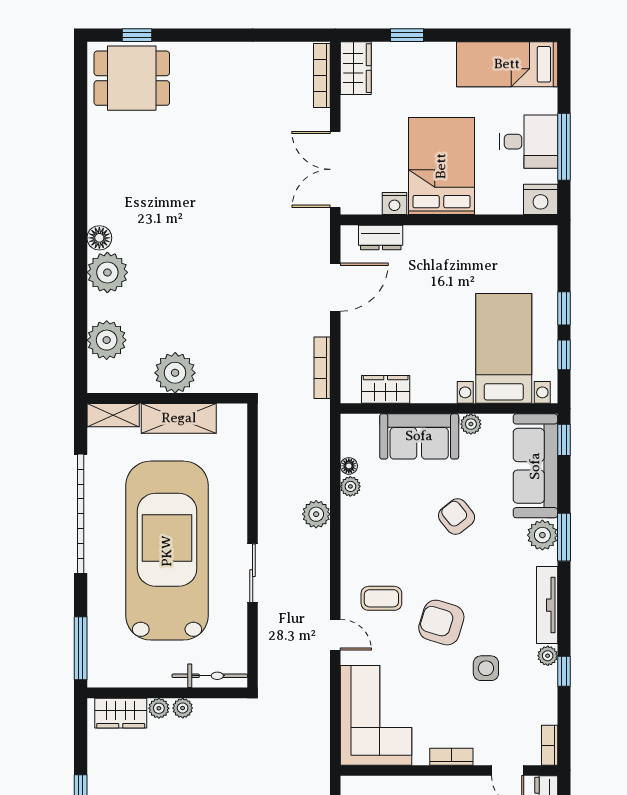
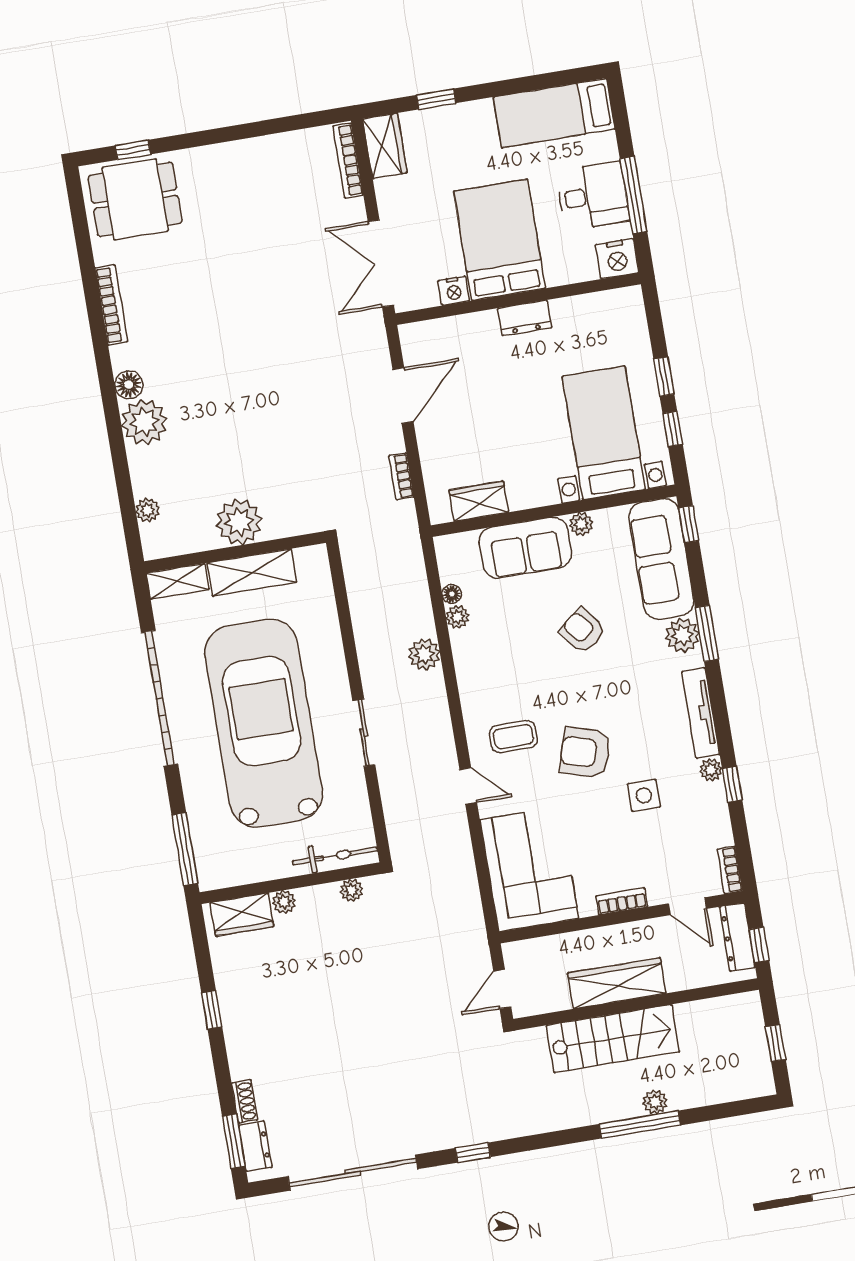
bookcase: (96, 166) -> (111, 305), added
dresser: (381, 237) -> (525, 318), moved
plant: (107, 340) -> (148, 510), width x0.53, depth x0.53
bookcase: (322, 368) -> (401, 476), width x0.64
plant: (183, 708) -> (352, 890), moved

